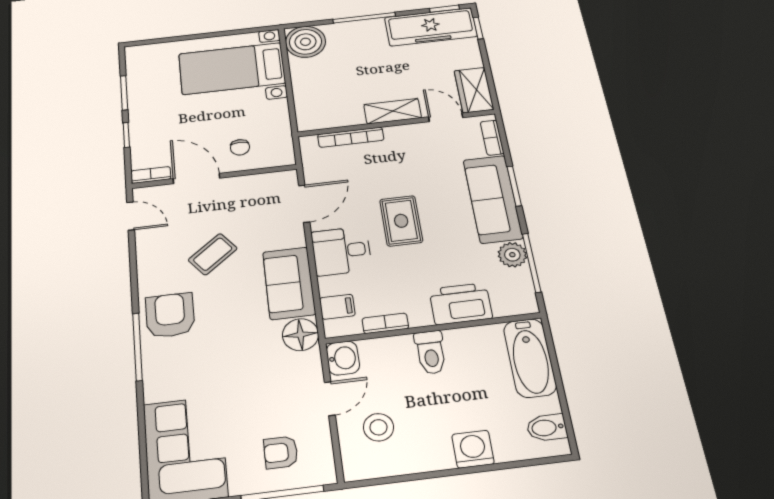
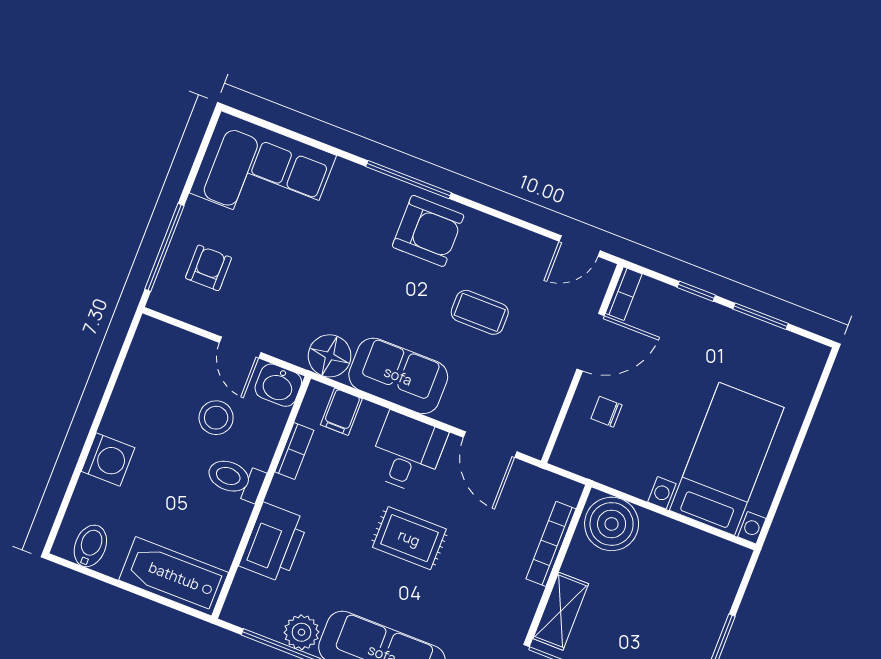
boiler: (305, 42) -> (612, 524), moved
coffee table: (213, 254) -> (480, 312), turned -52
stool: (379, 427) -> (216, 418), moved

